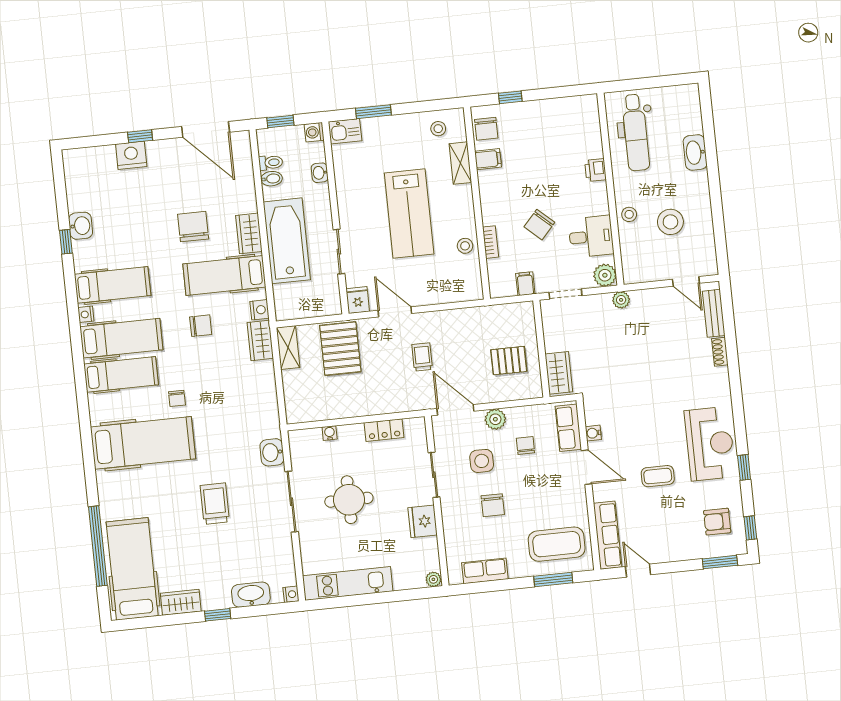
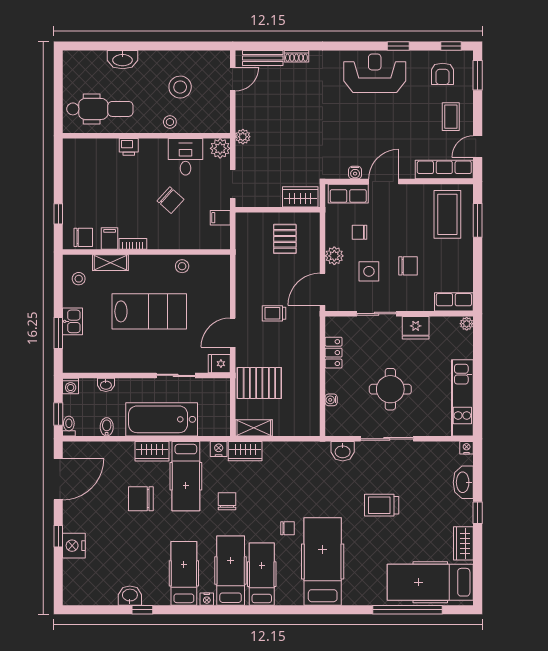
kitchen sink: (345, 131) -> (73, 321), moved
toilet: (271, 163) -> (69, 426), moved
bookcase: (491, 242) -> (133, 244), moved
coffee table: (658, 476) -> (451, 117), moved
row of seats: (485, 571) -> (454, 302), moved, turned 90

